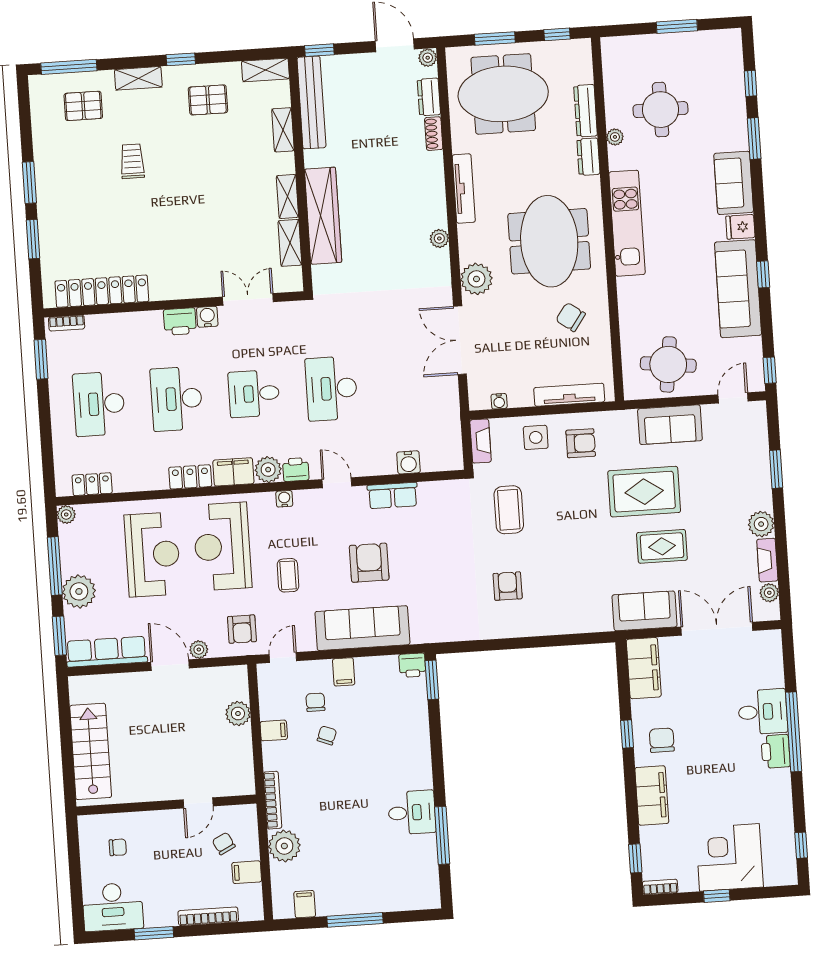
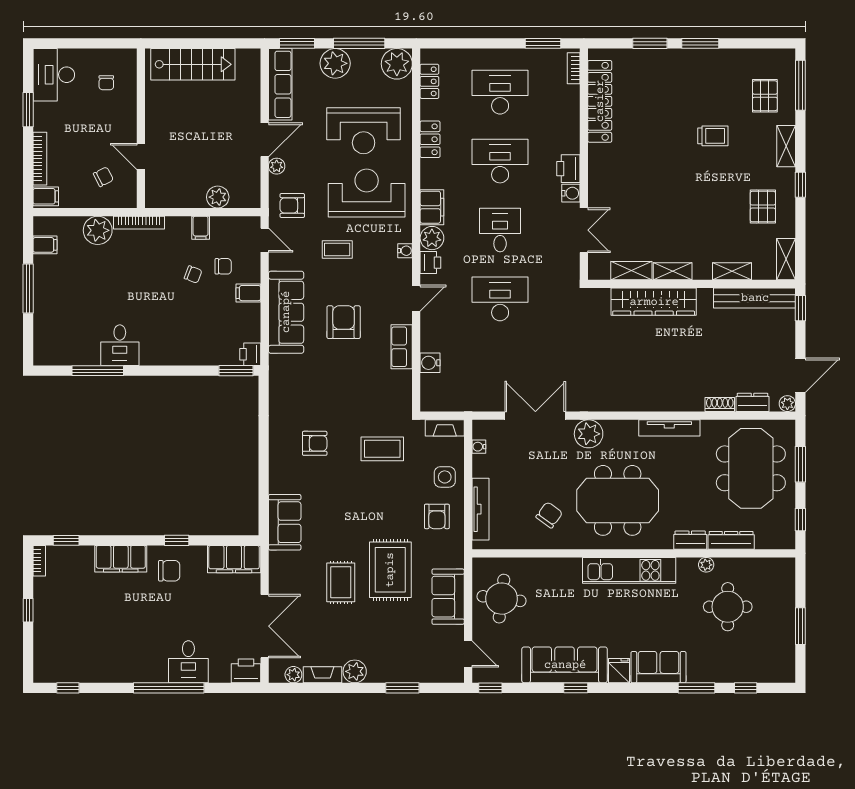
plant: (439, 238) -> (627, 403), removed
locker: (190, 477) -> (430, 139), moved
plant: (66, 515) -> (397, 64), width x1.87, depth x1.87
armchair: (369, 563) -> (344, 322), turned -90
sofa: (645, 611) -> (285, 522), moved
printer: (776, 751) -> (246, 671), moved
corner desk: (729, 857) -> (61, 624), removed
filing cabinet: (247, 872) -> (46, 196), moved, turned 90

